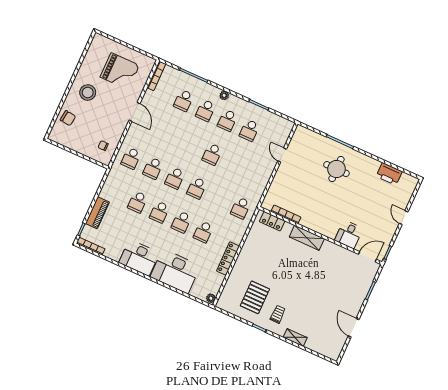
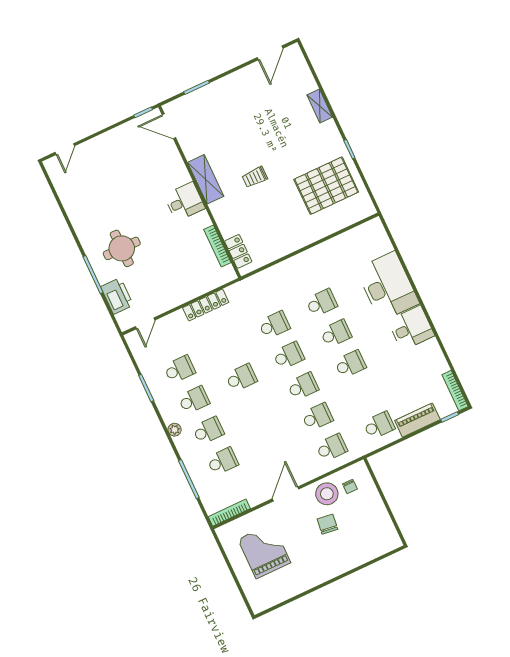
stool: (88, 92) -> (327, 494), moved
chair: (68, 118) -> (327, 524), moved
door: (282, 155) -> (145, 323), moved
printer: (389, 174) -> (117, 296), moved
school desk: (138, 202) -> (379, 425), moved
school desk: (241, 208) -> (274, 325), moved
door: (404, 218) -> (65, 149), moved
desk: (349, 234) -> (184, 202), moved
shelving: (307, 238) -> (206, 179), moved
desk: (139, 258) -> (411, 328), width x0.73
locker: (228, 259) -> (206, 305), moved
pallet: (255, 297) -> (326, 186), width x1.37, depth x1.41
plant: (211, 298) -> (374, 225), removed
trolley: (278, 314) -> (255, 177), moved
door: (354, 328) -> (270, 53), moved

